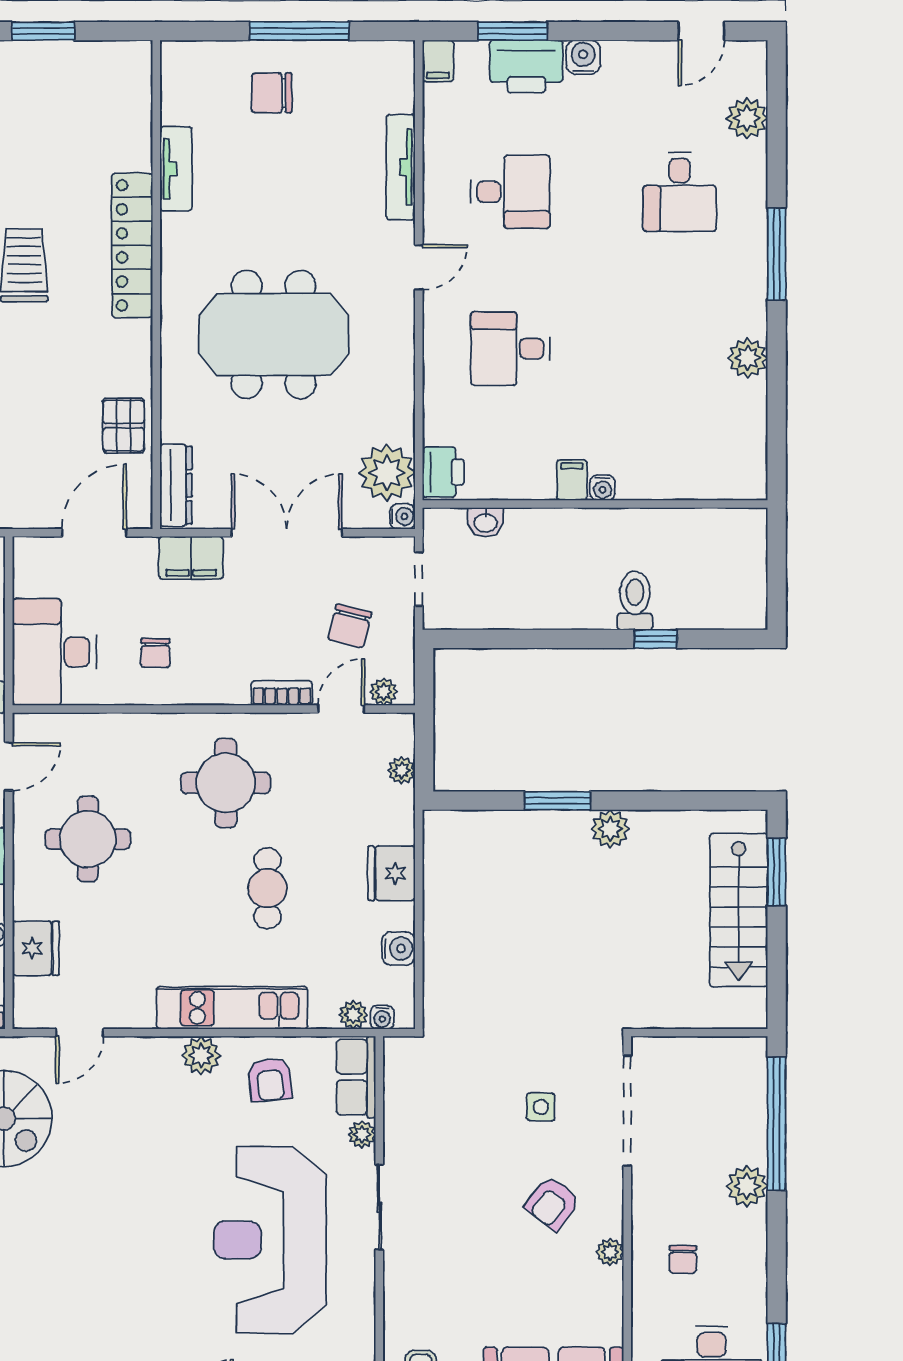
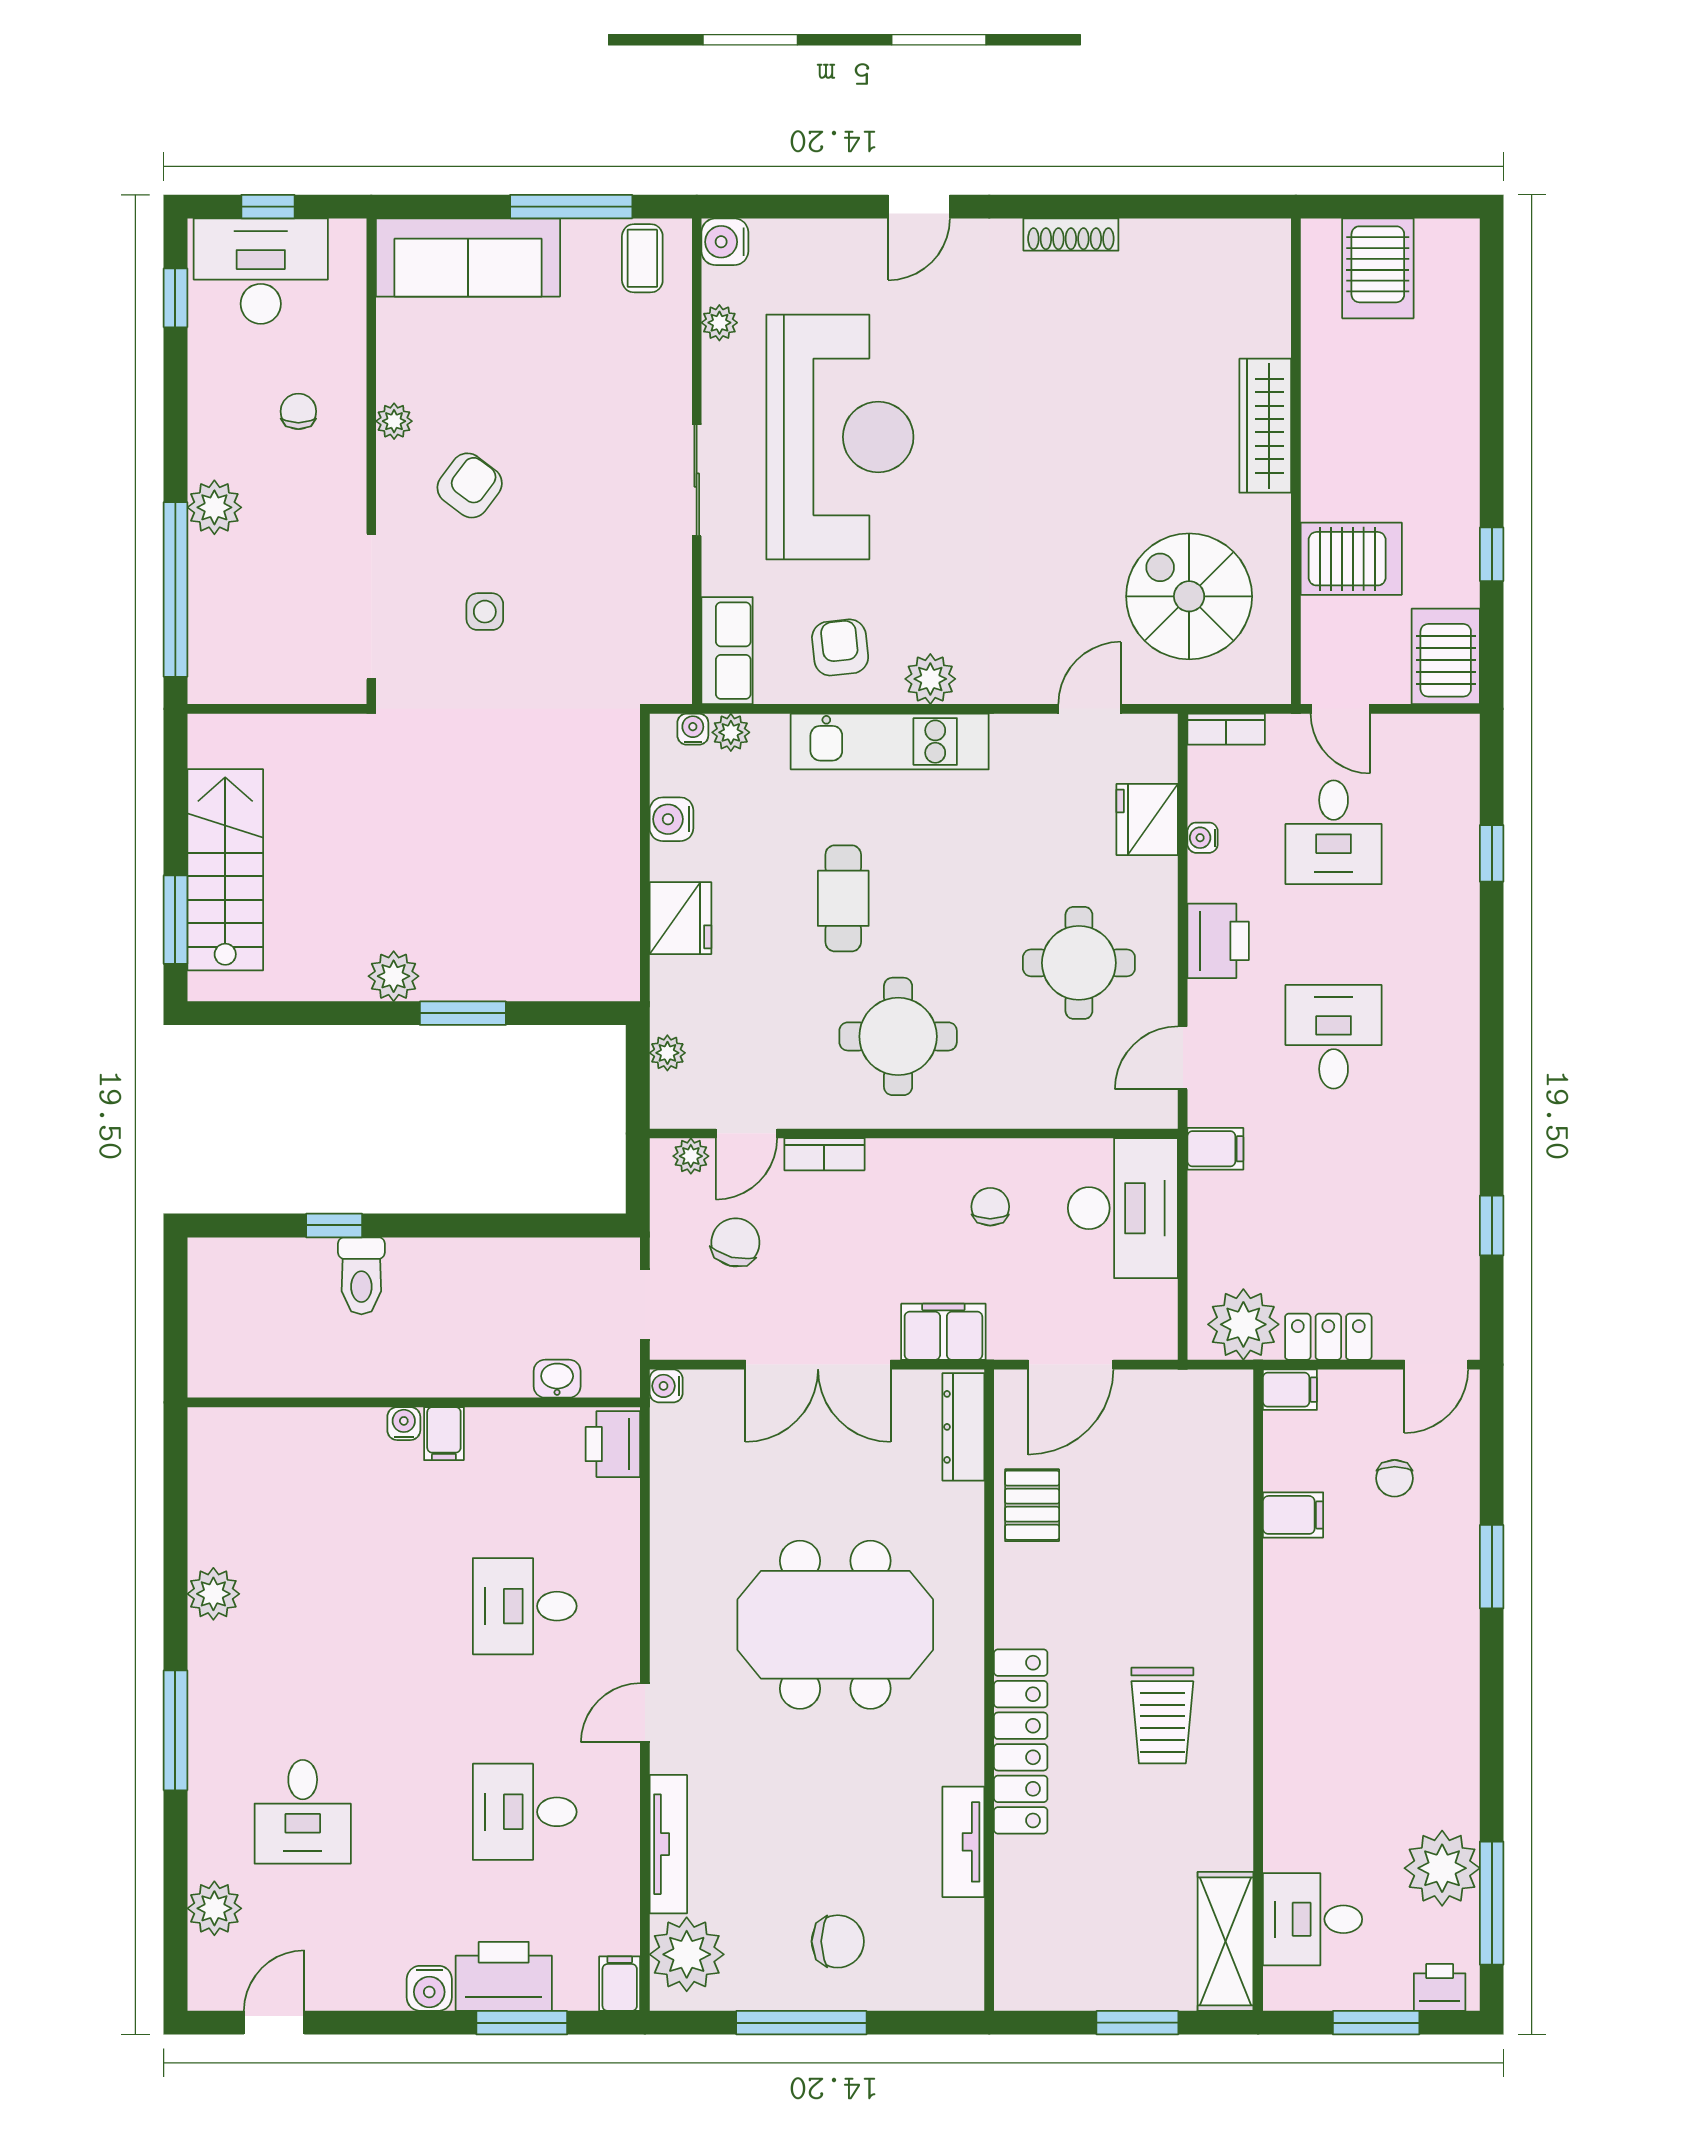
desk: (680, 192) -> (303, 1812), turned 180
desk: (510, 349) -> (525, 1606), turned 180
plant: (387, 473) -> (687, 1954), moved
plant: (362, 1135) -> (719, 323), moved

